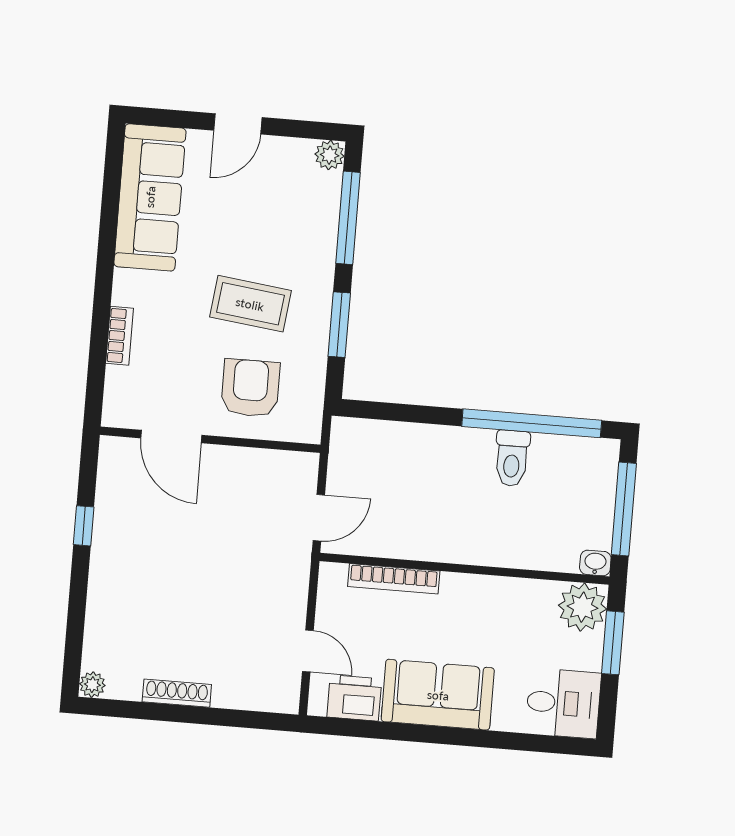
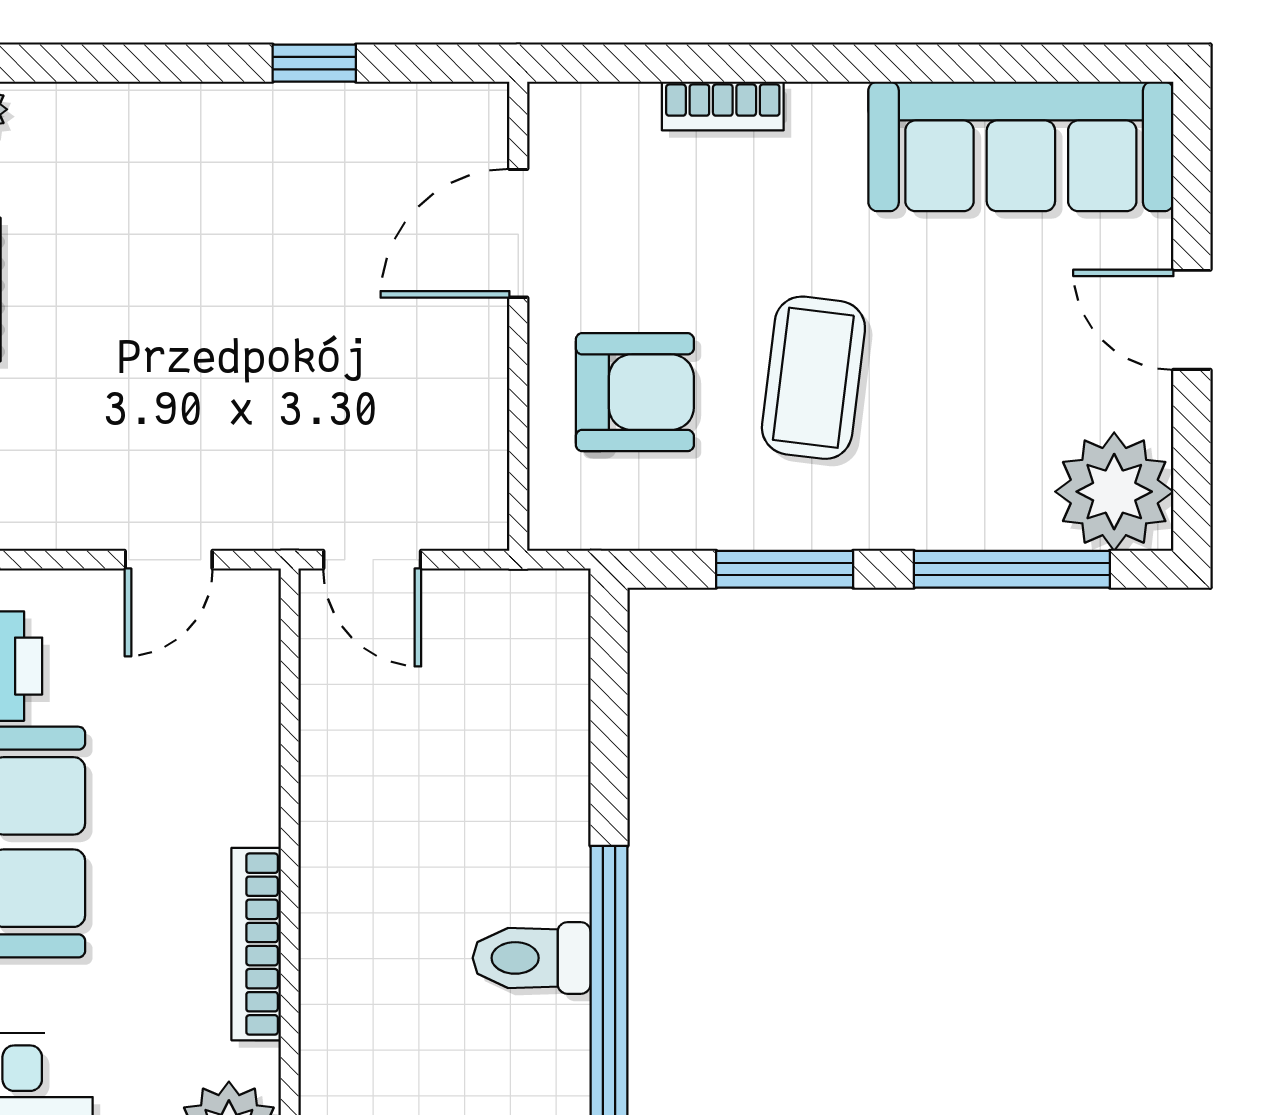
plant: (330, 155) -> (1114, 492), width x1.87, depth x1.87
bookcase: (394, 579) -> (256, 944), moved
door: (308, 651) -> (169, 560), moved

